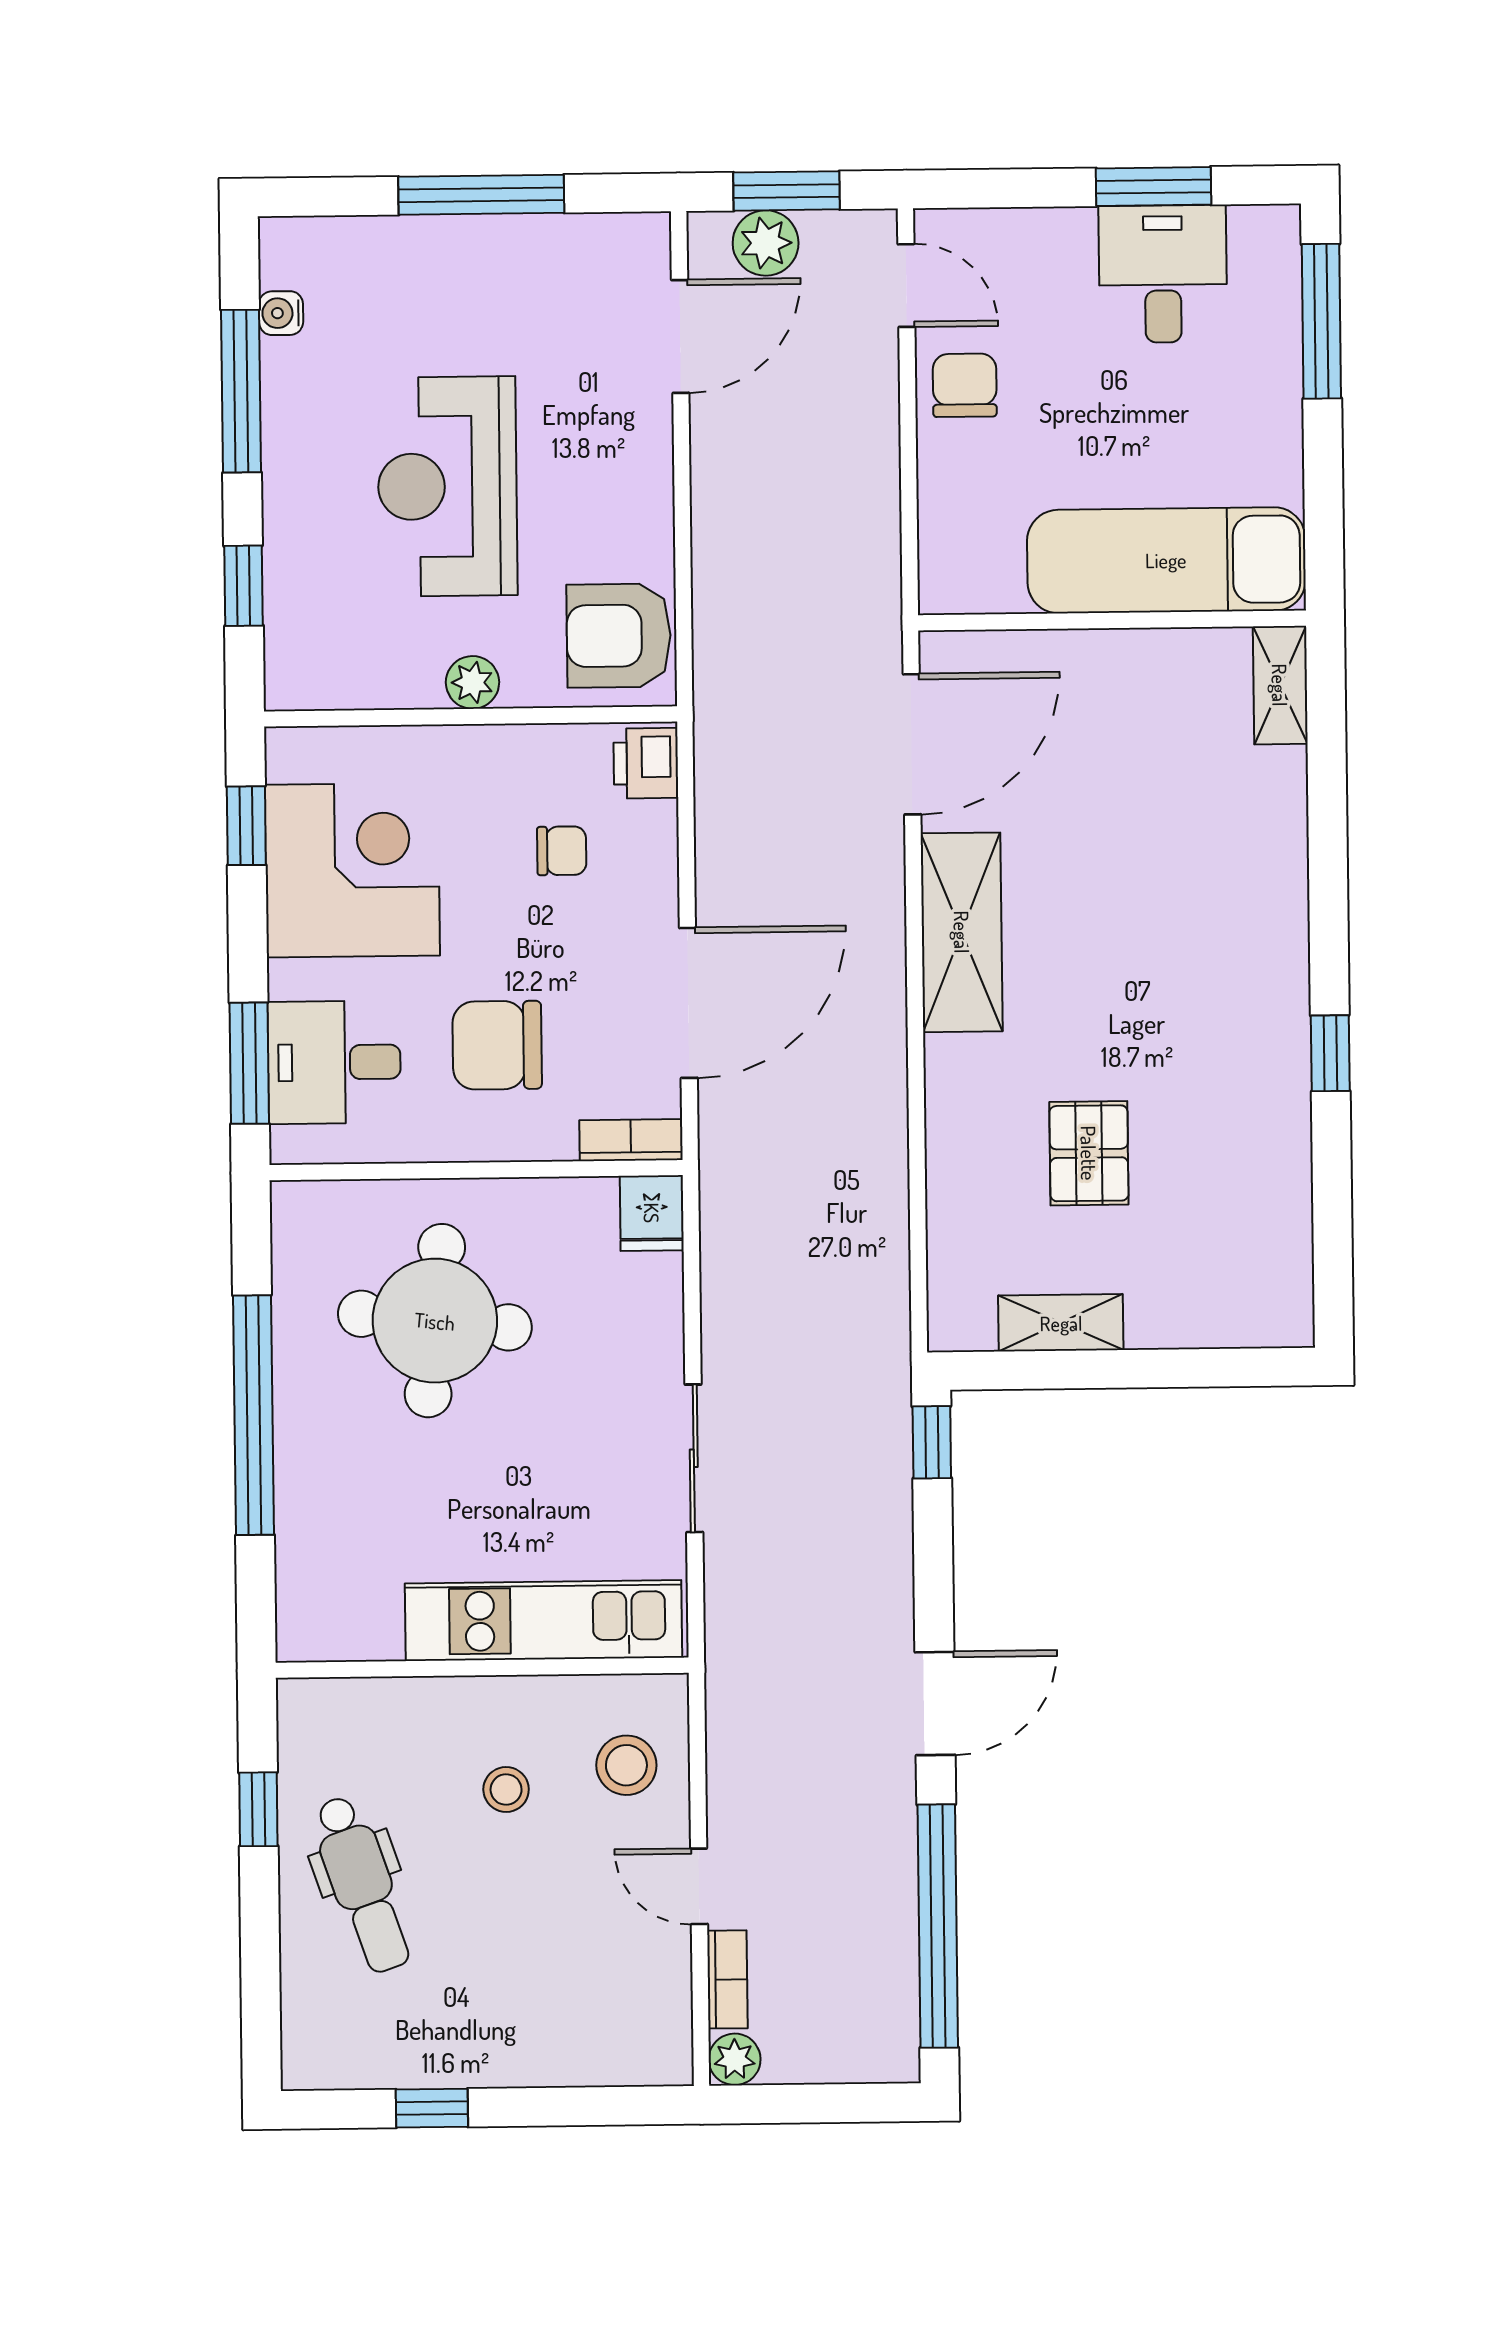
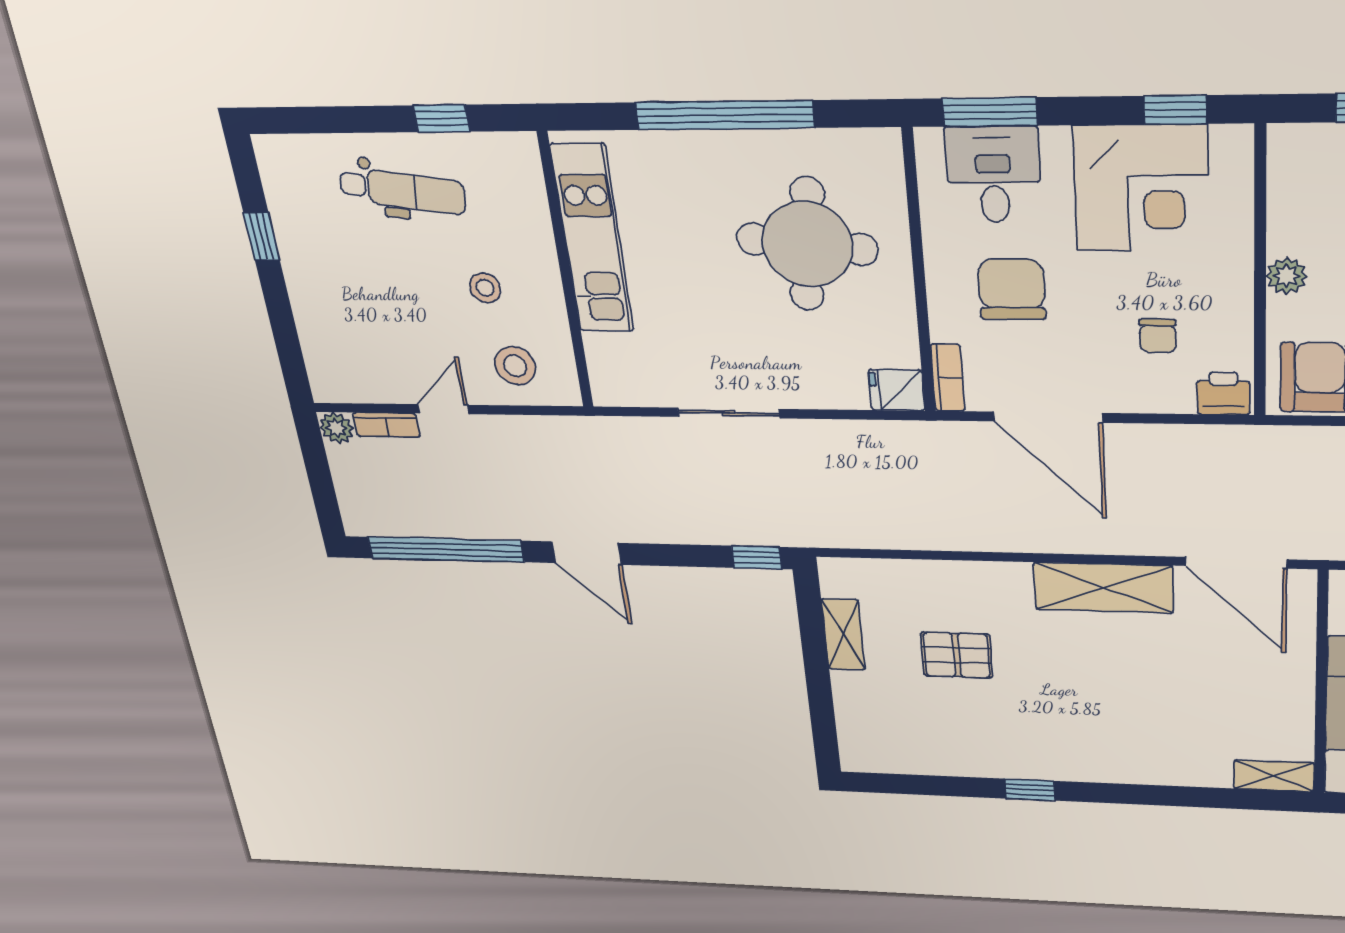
kitchen unit: (543, 1621) -> (592, 239), moved
dental chair: (362, 1884) -> (403, 191), turned -153

